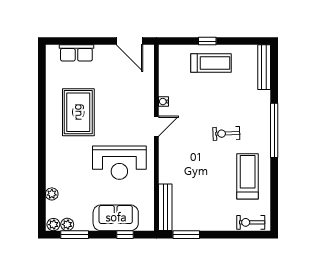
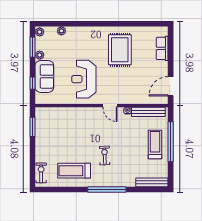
window: (207, 41) -> (171, 142), width x3.17
treadmill: (211, 63) -> (155, 145), turned 180
rug: (78, 112) -> (120, 50), turned 90
treadmill: (248, 176) -> (74, 171), turned 180
bench: (165, 207) -> (148, 112), moved
plant: (67, 224) -> (40, 55), moved

